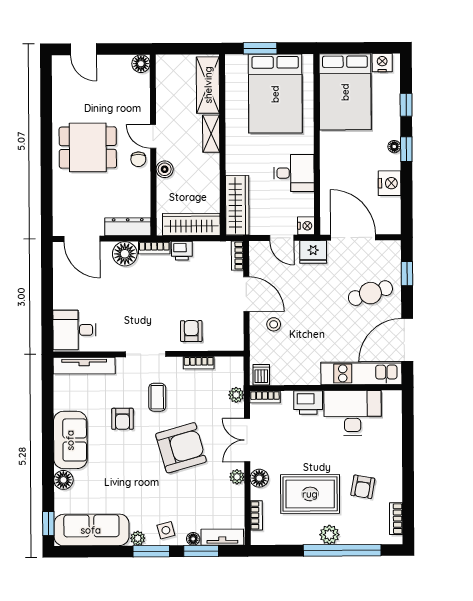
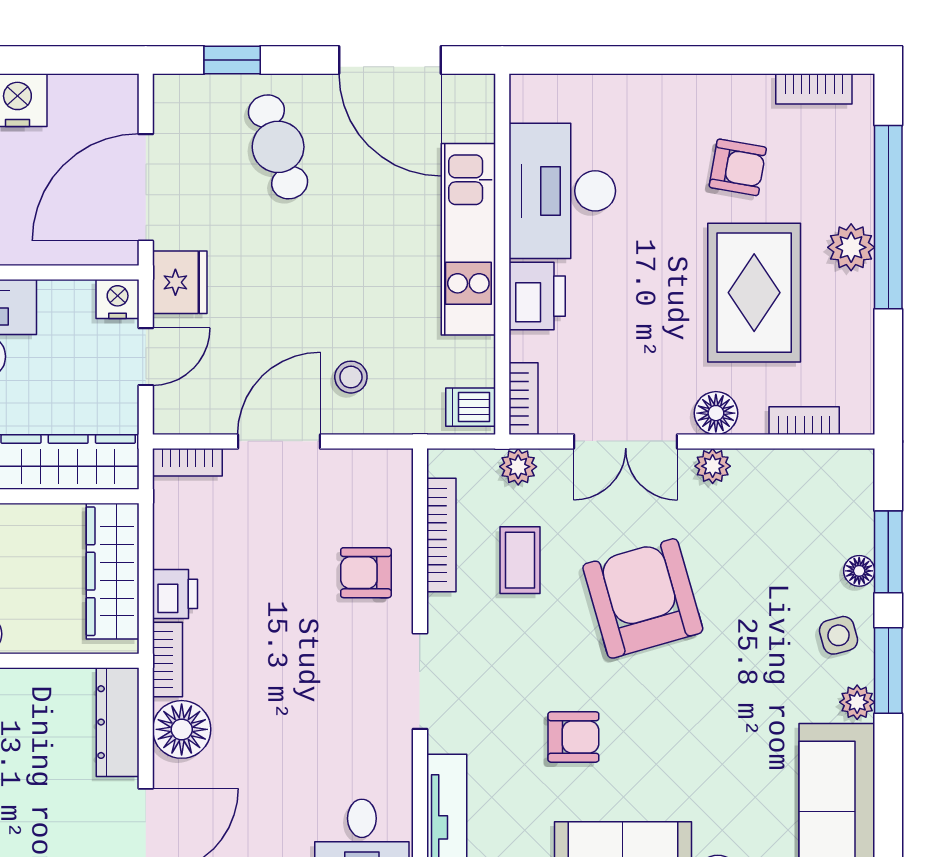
bookcase: (199, 363) -> (441, 535), width x1.56
kitchen unit: (361, 373) -> (468, 239), moved
coffee table: (157, 397) -> (520, 560), moved, turned 90
tv unit: (222, 537) -> (855, 502), removed

